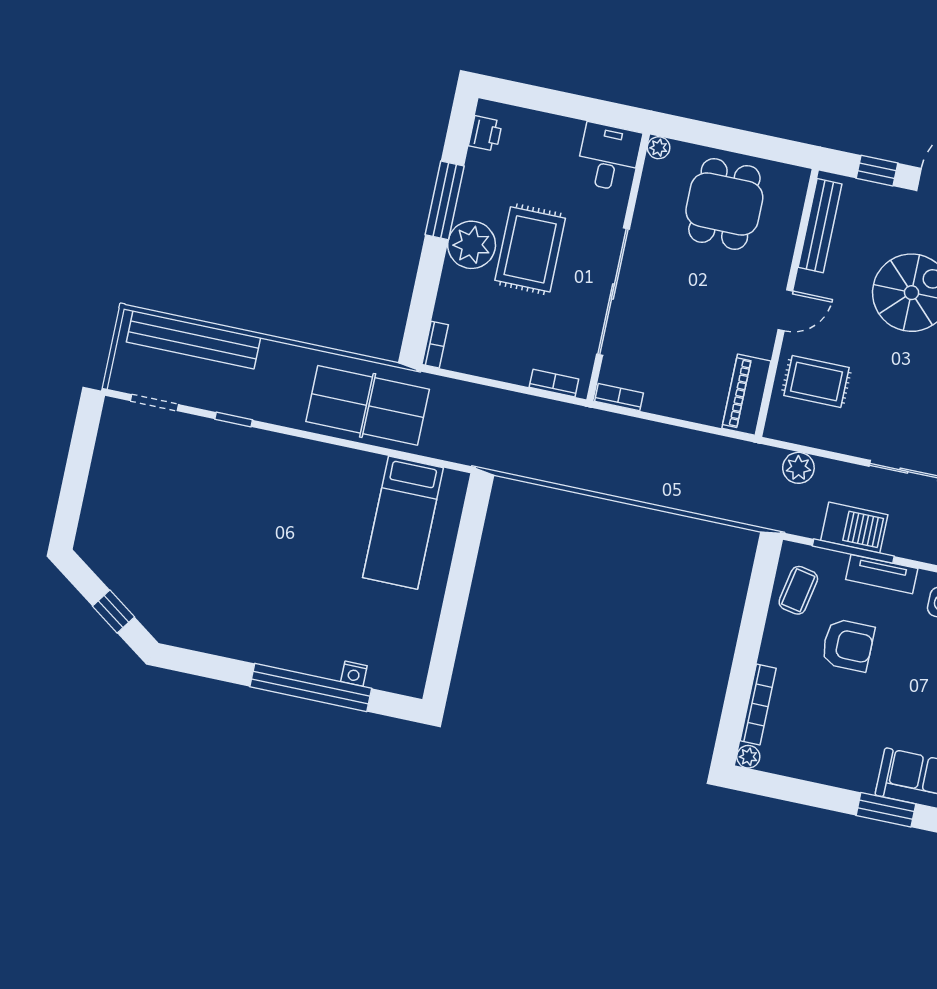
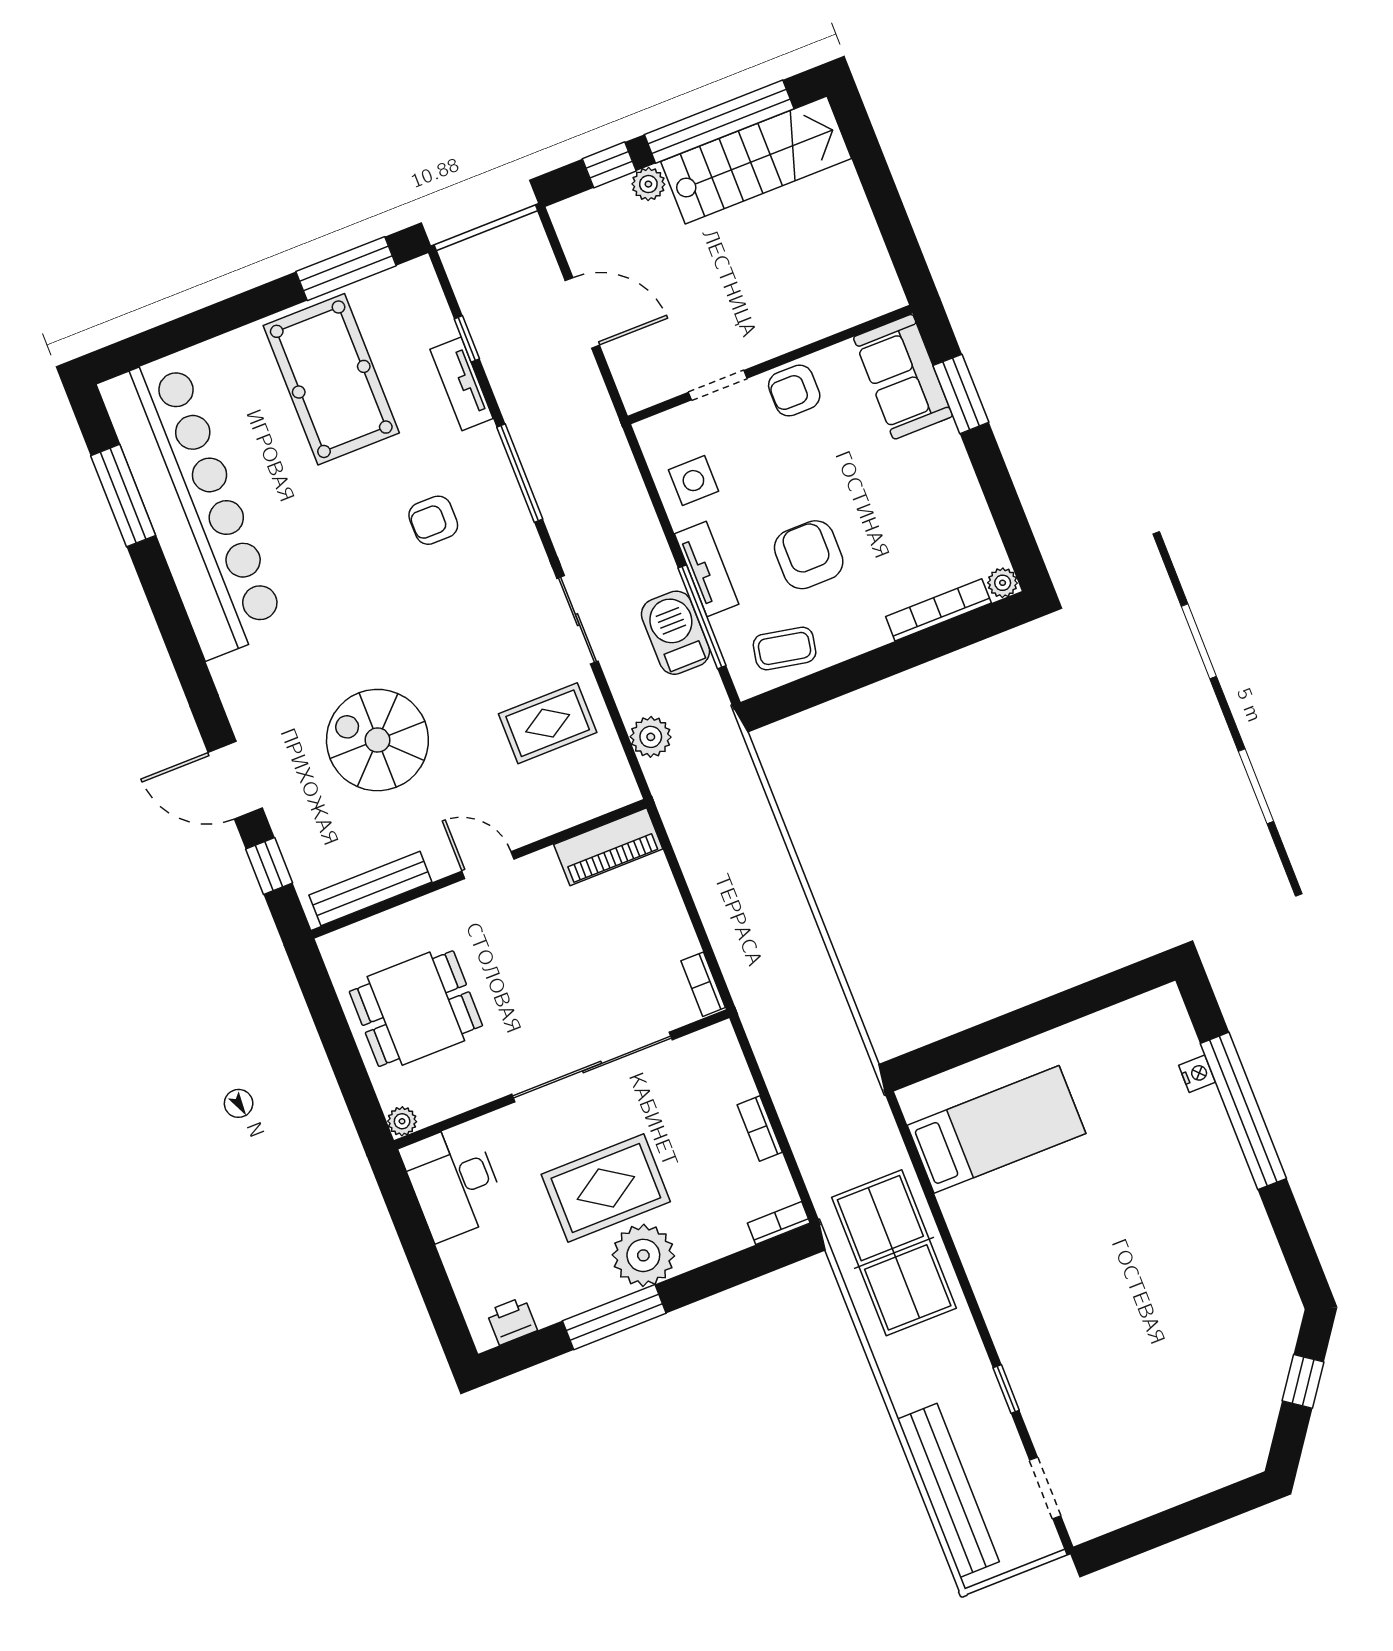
desk: (609, 157) -> (454, 1182), width x1.37
rug: (816, 382) -> (548, 723), moved, turned 90
bookcase: (554, 383) -> (760, 1128), moved

